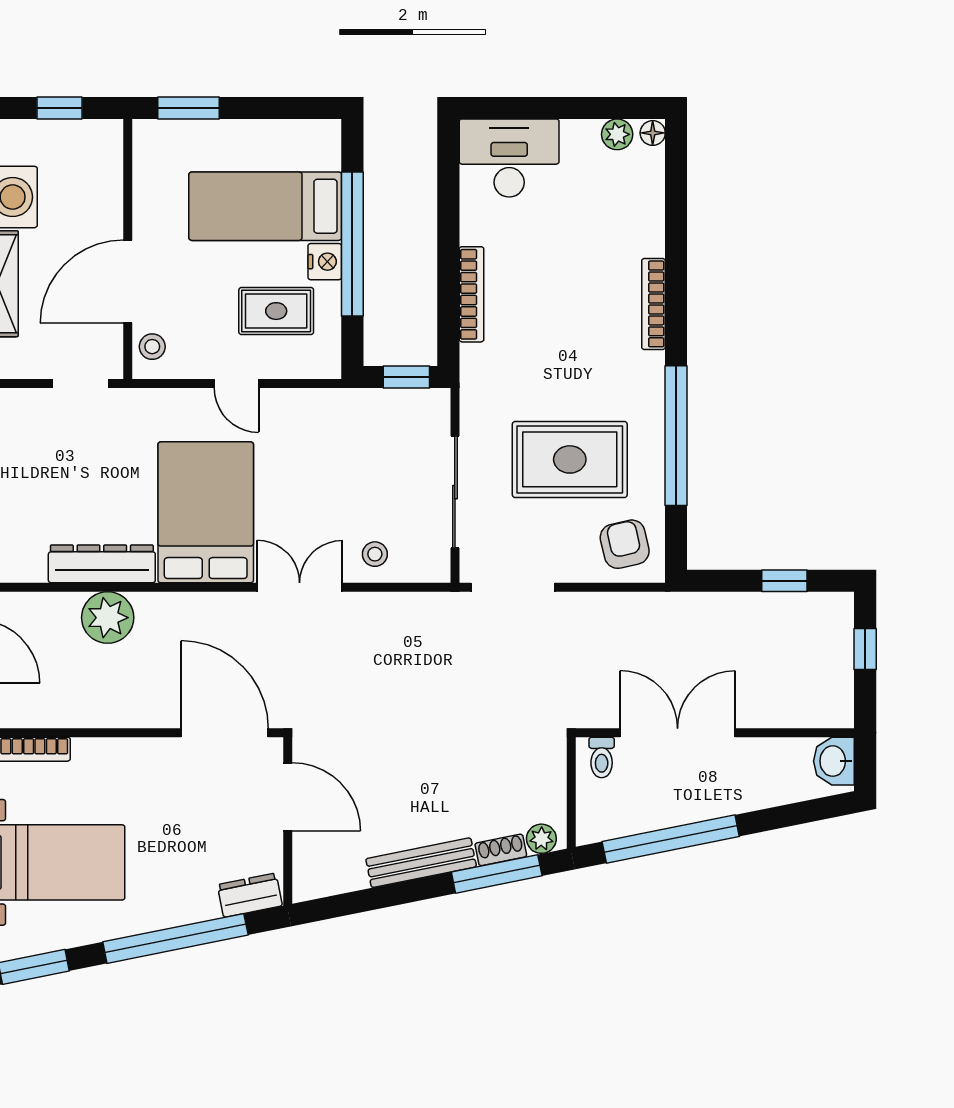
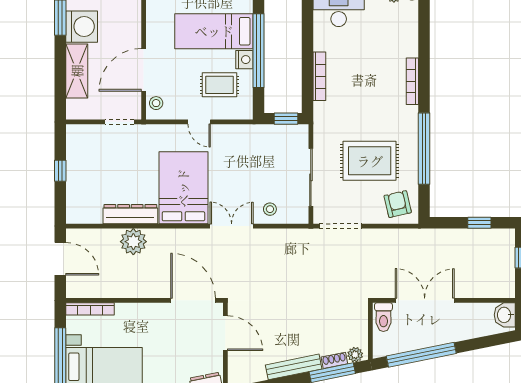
toilet: (602, 757) -> (383, 317), width x1.37, depth x1.39

